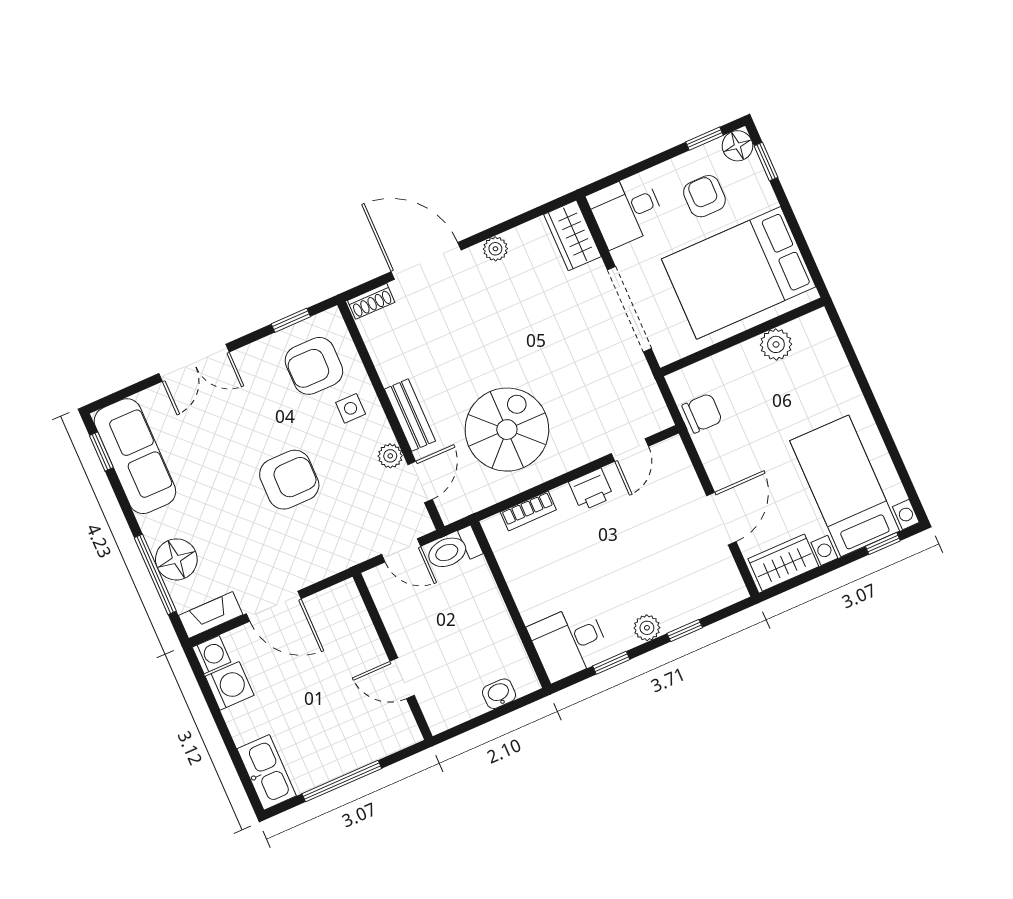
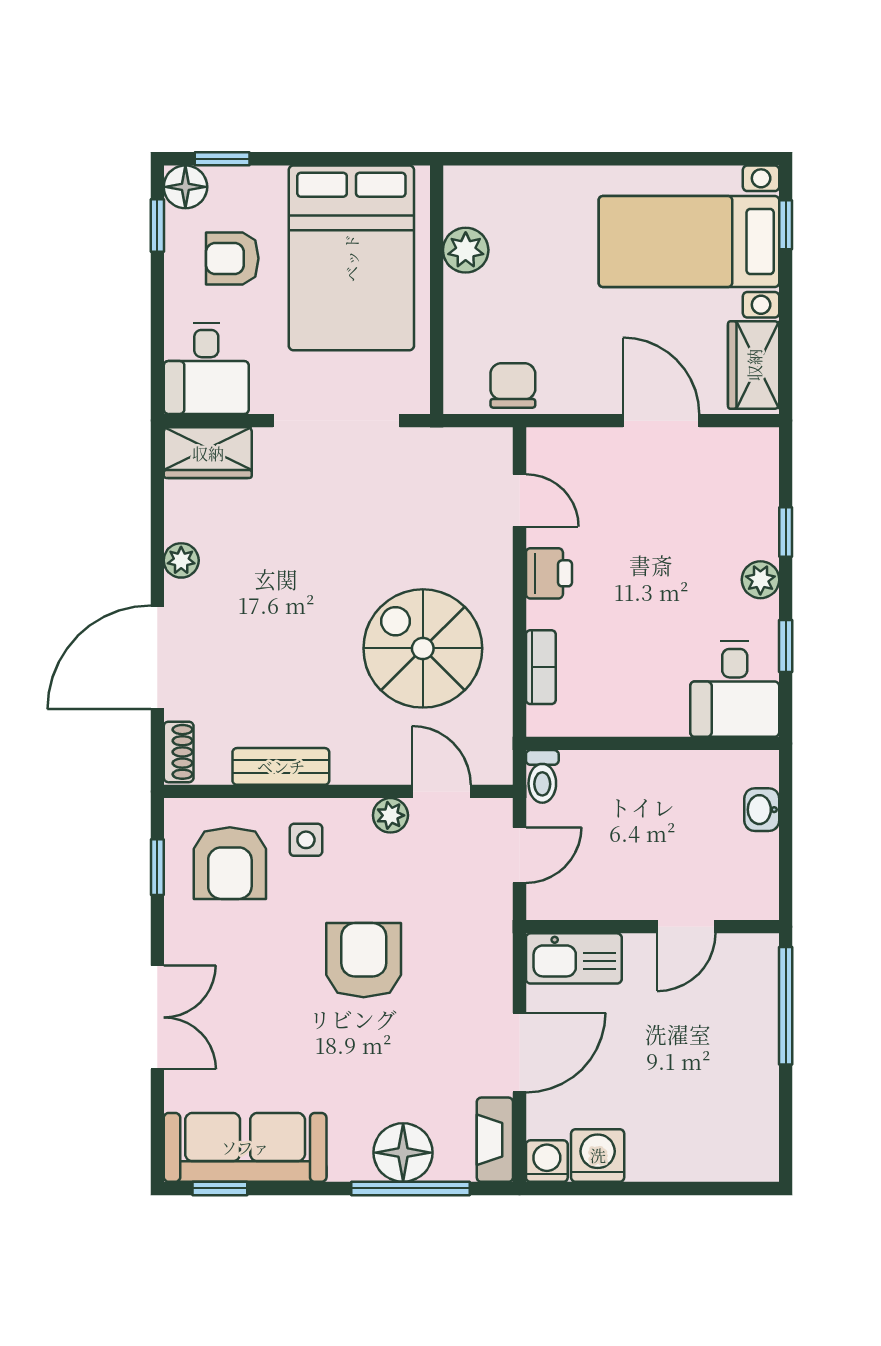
bench: (410, 415) -> (281, 766), moved
toilet: (453, 550) -> (542, 776), width x0.73, depth x0.72
kitchen sink: (267, 772) -> (574, 958), moved, turned 180
window: (342, 781) -> (786, 1006), moved

